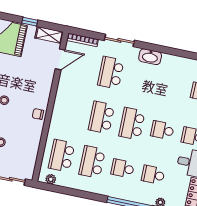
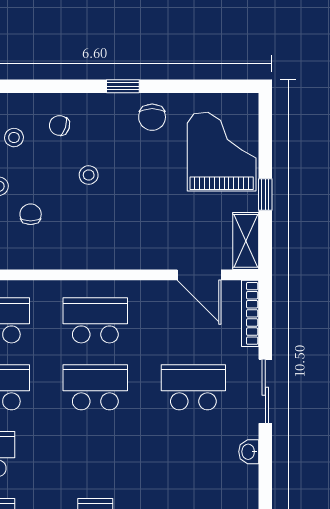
washbasin: (150, 57) -> (249, 452), width x0.52, depth x0.69
chair: (38, 114) -> (31, 214), moved
school desk: (132, 124) -> (95, 320), moved

